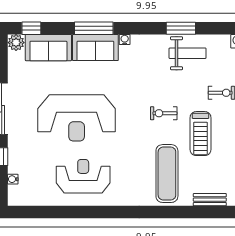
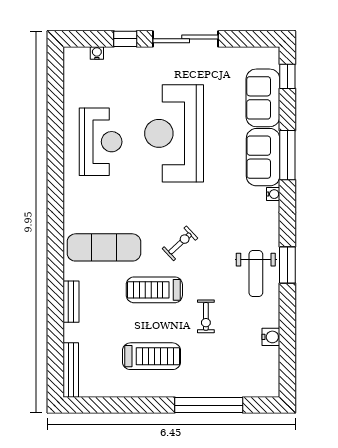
plant: (16, 43) -> (269, 57), removed
exercise bike: (164, 113) -> (180, 243), turned 47

